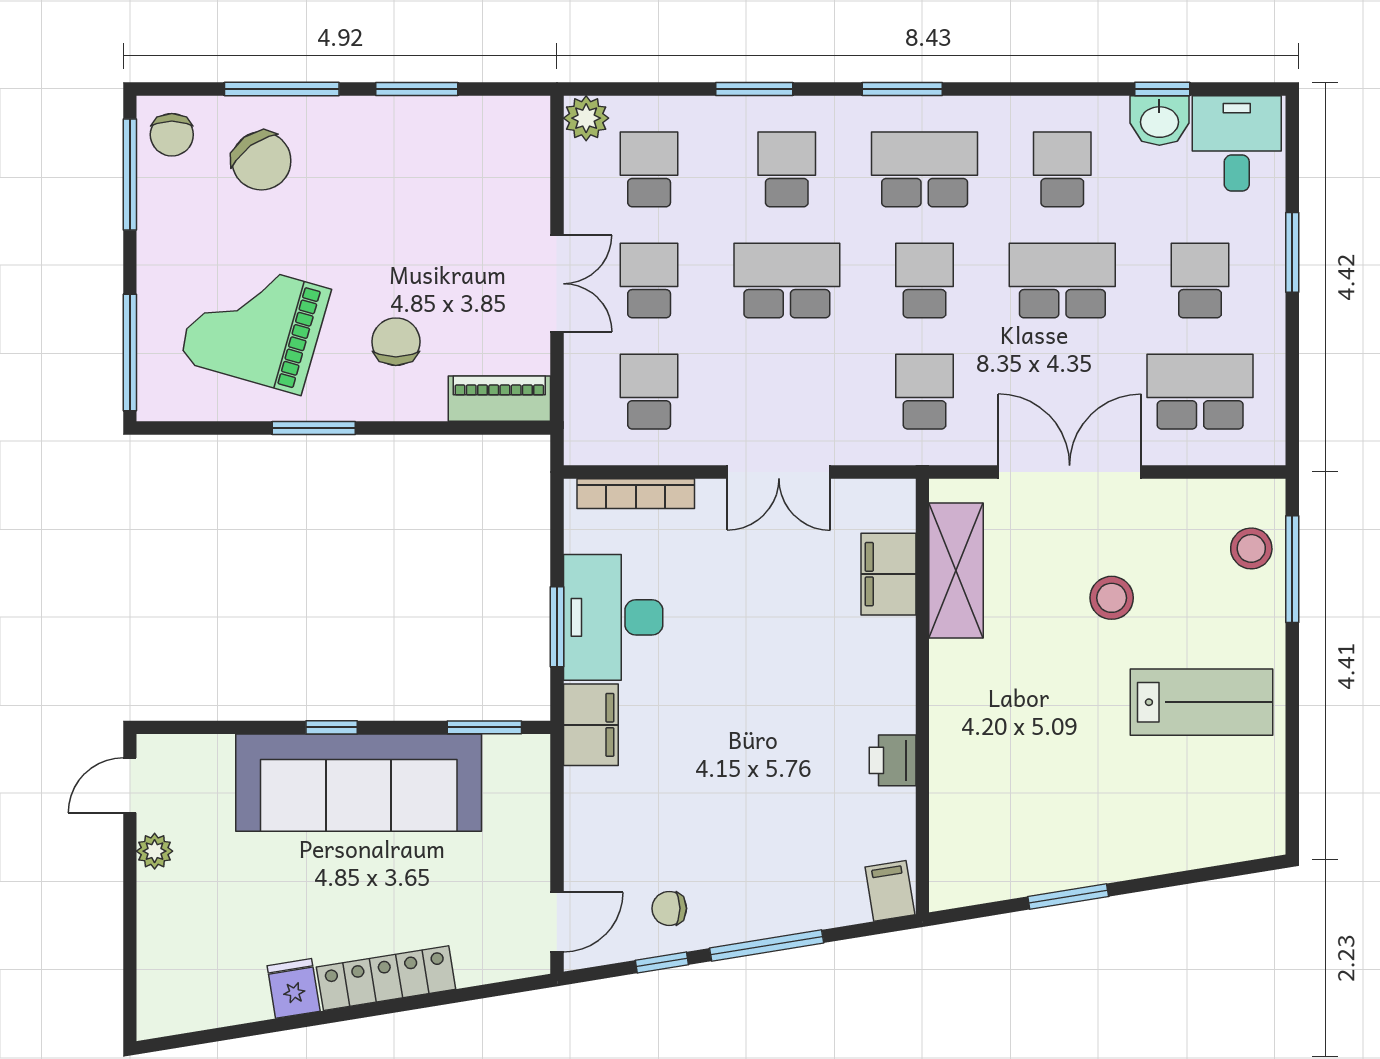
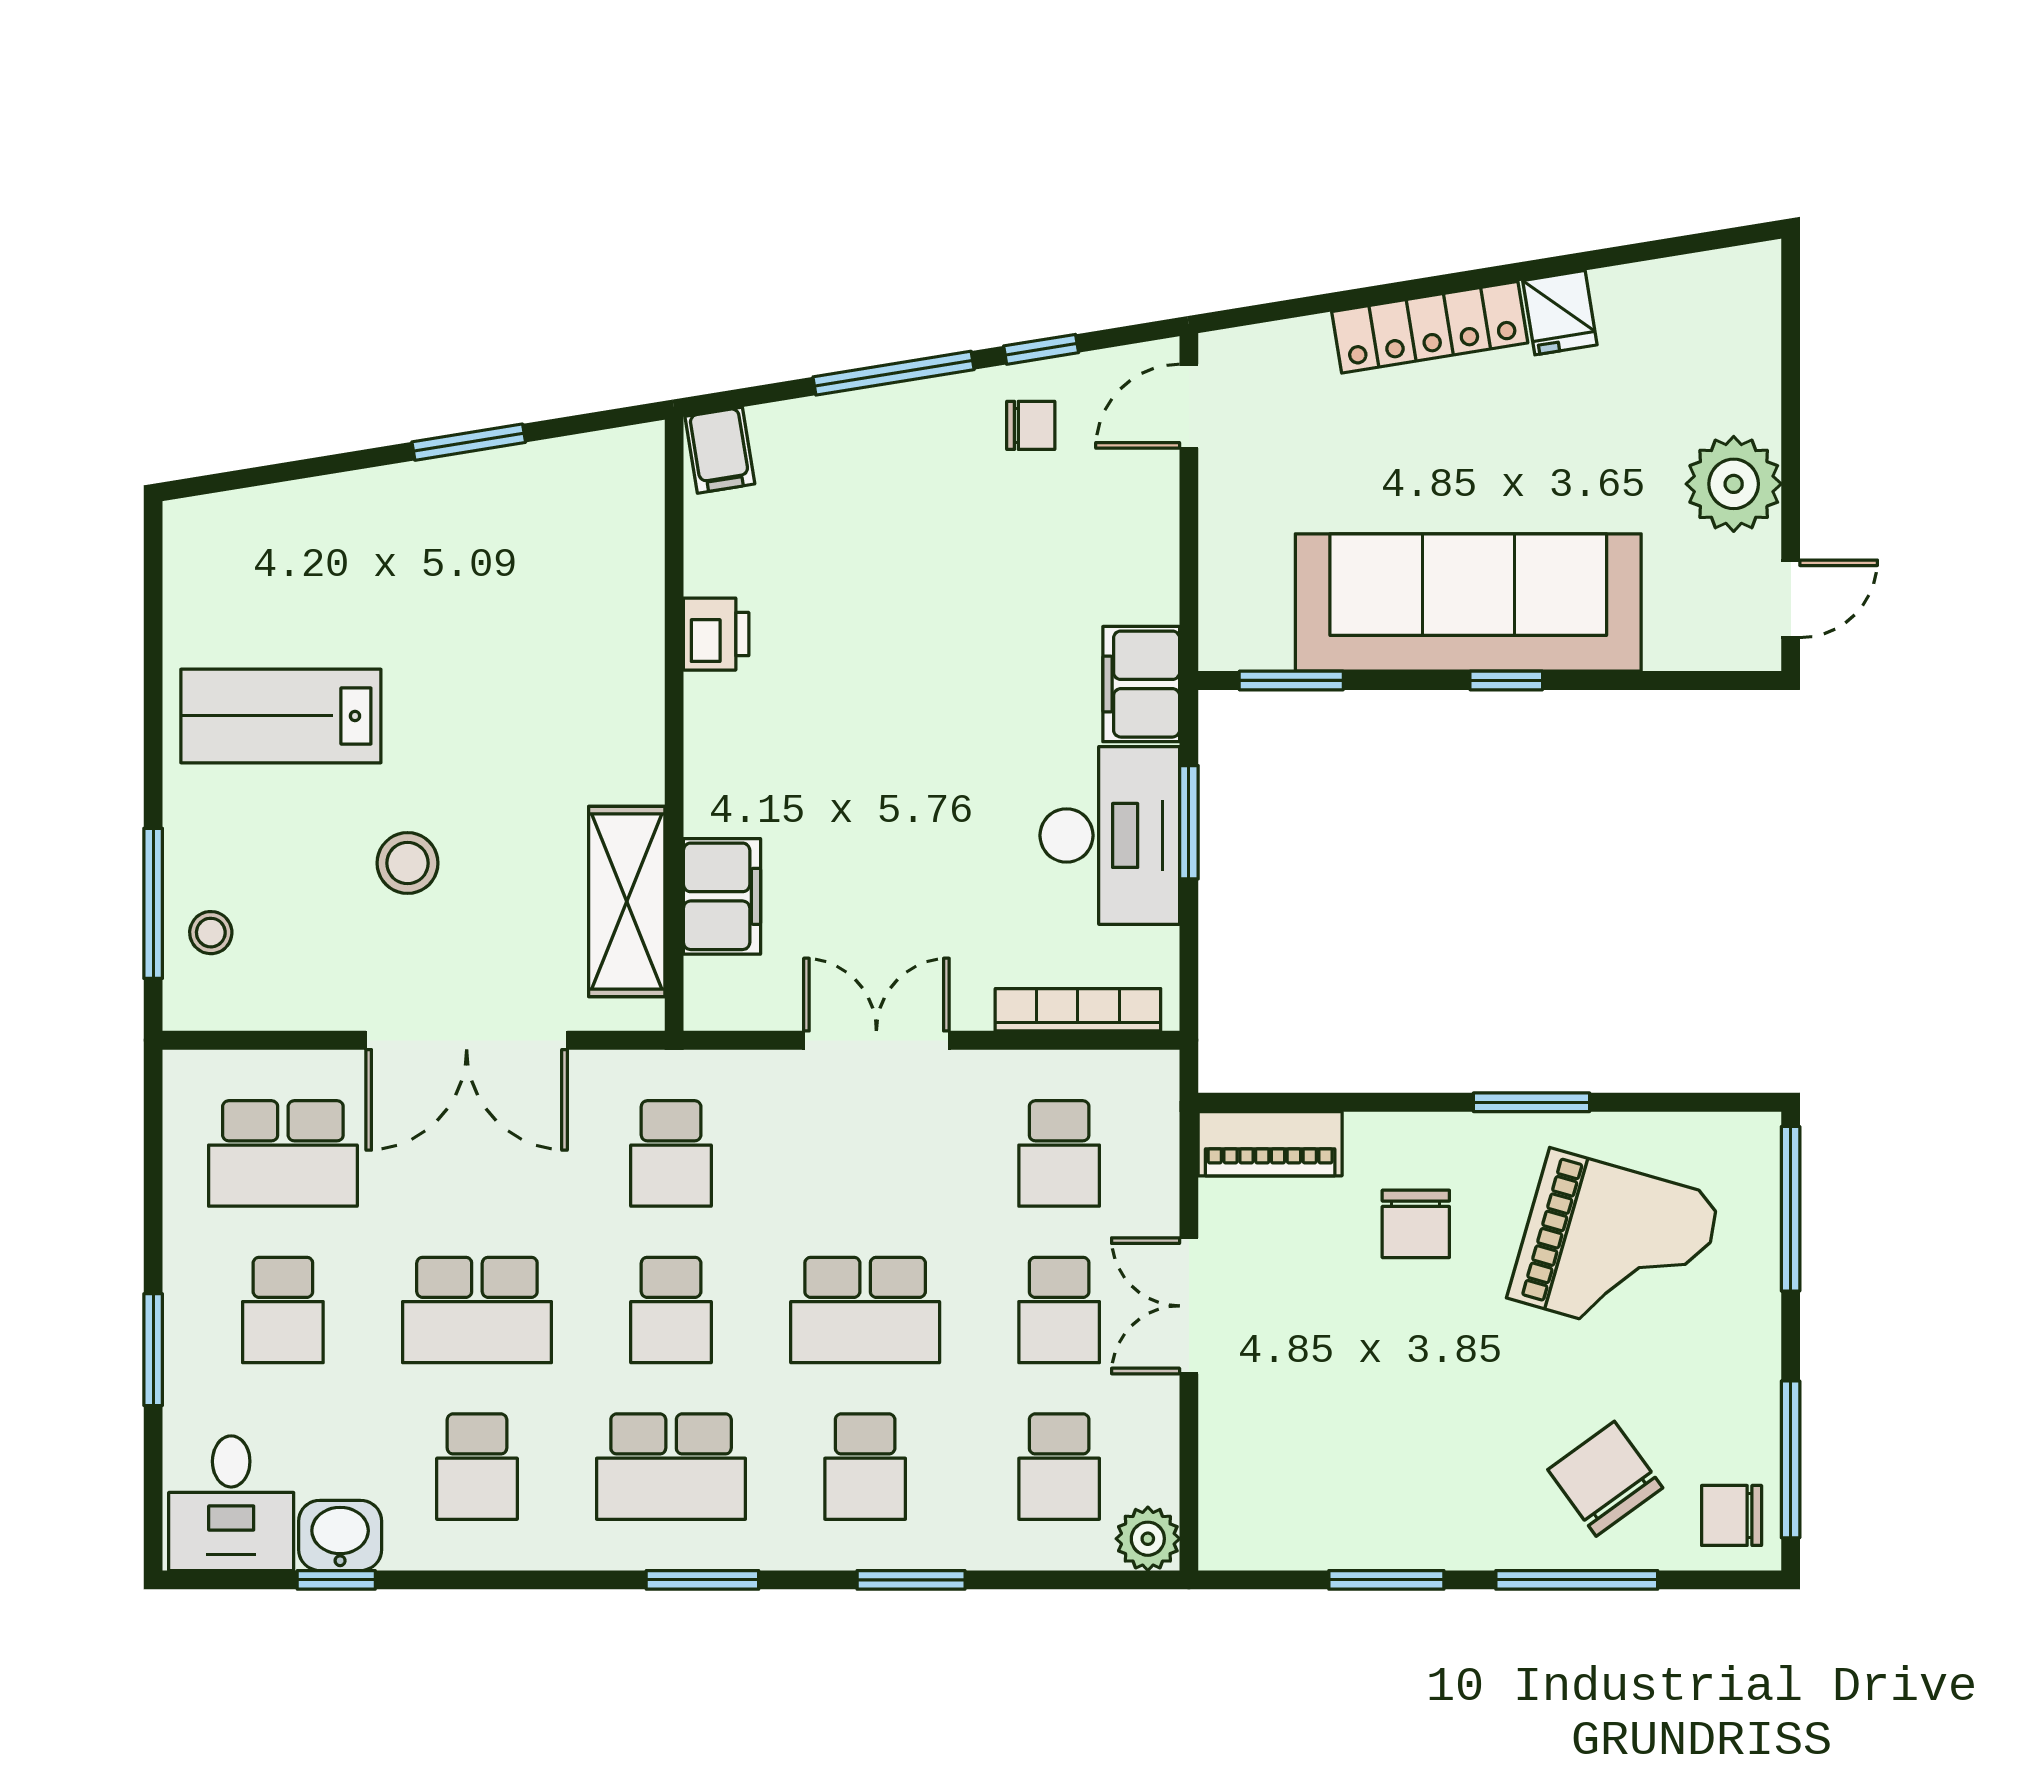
chair: (172, 135) -> (1732, 1515), turned -90
stool: (1251, 548) -> (211, 933), width x0.73, depth x0.73
plant: (155, 851) -> (1734, 484), width x1.88, depth x1.88

